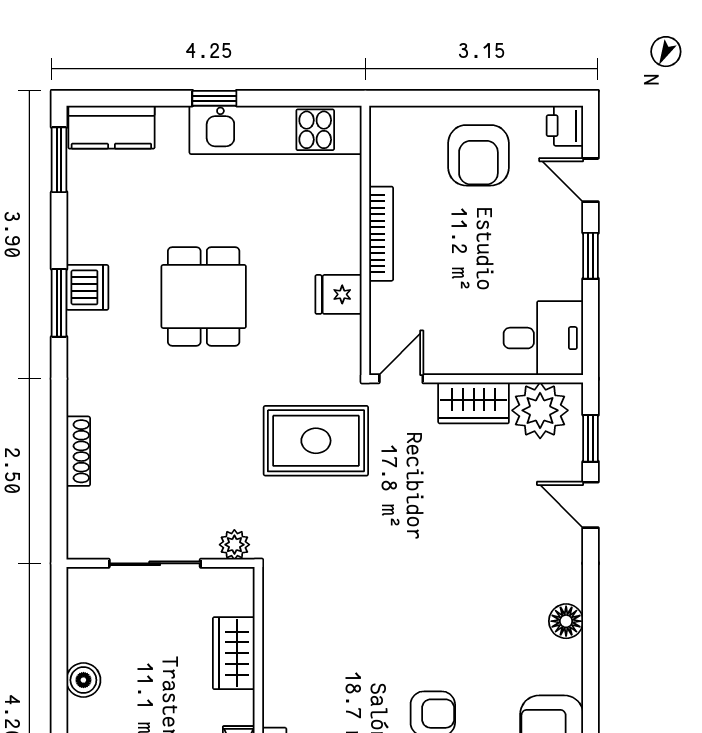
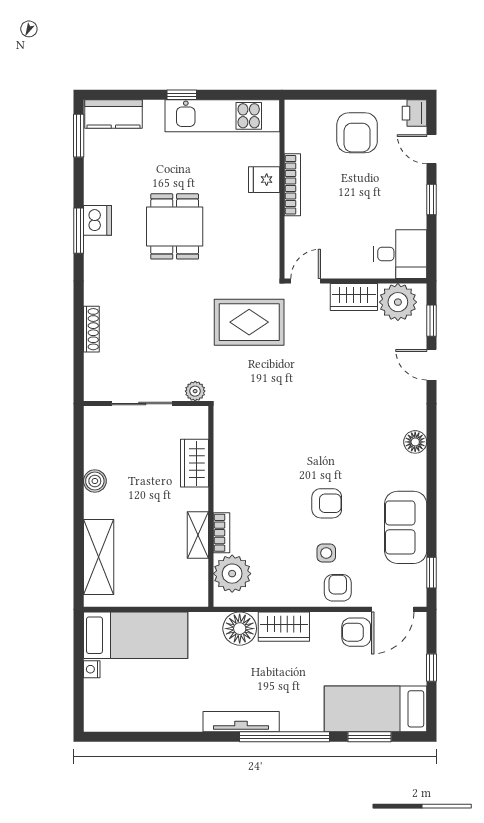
fridge: (338, 294) -> (264, 180), moved

